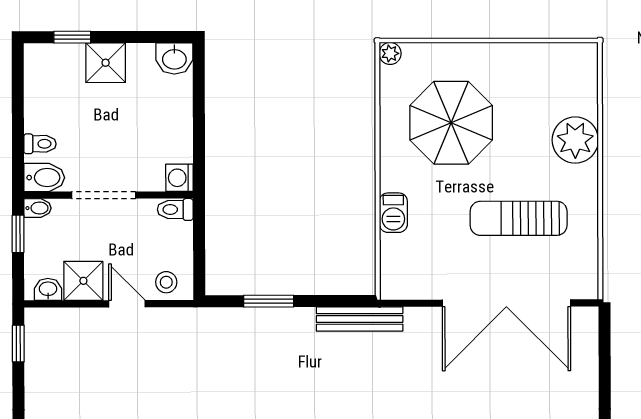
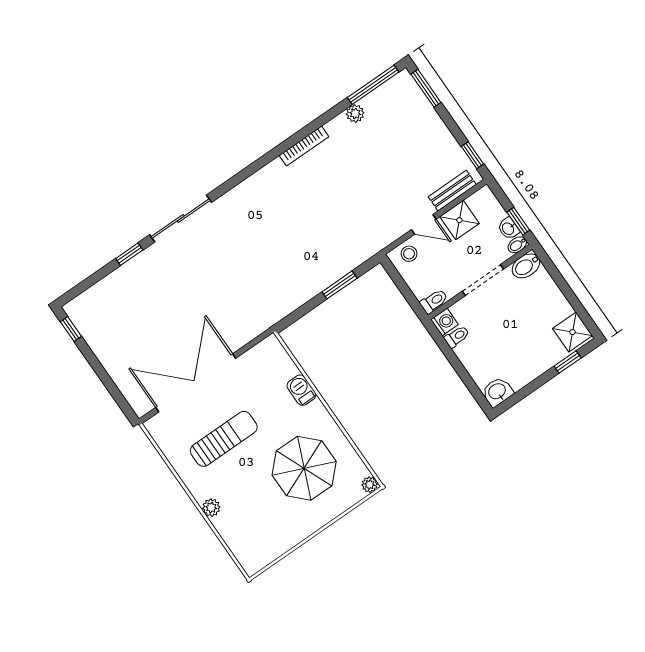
shower: (106, 63) -> (573, 332), moved
plant: (575, 140) -> (211, 508), width x0.53, depth x0.53
toilet: (40, 144) -> (457, 337), moved, turned 180
washbasin: (48, 289) -> (508, 228), moved, turned 90
bench: (360, 319) -> (452, 191), moved, width x0.73

